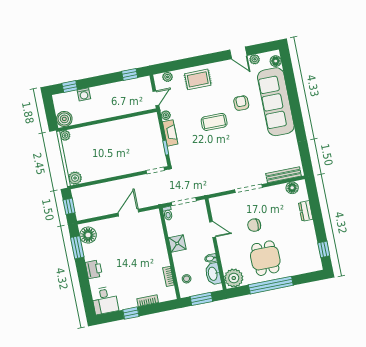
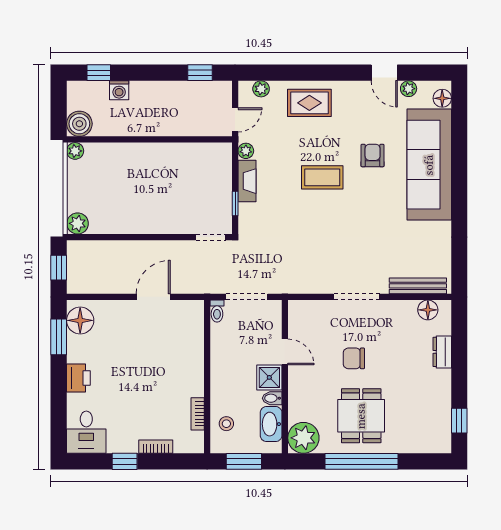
shower: (177, 244) -> (269, 377), moved

